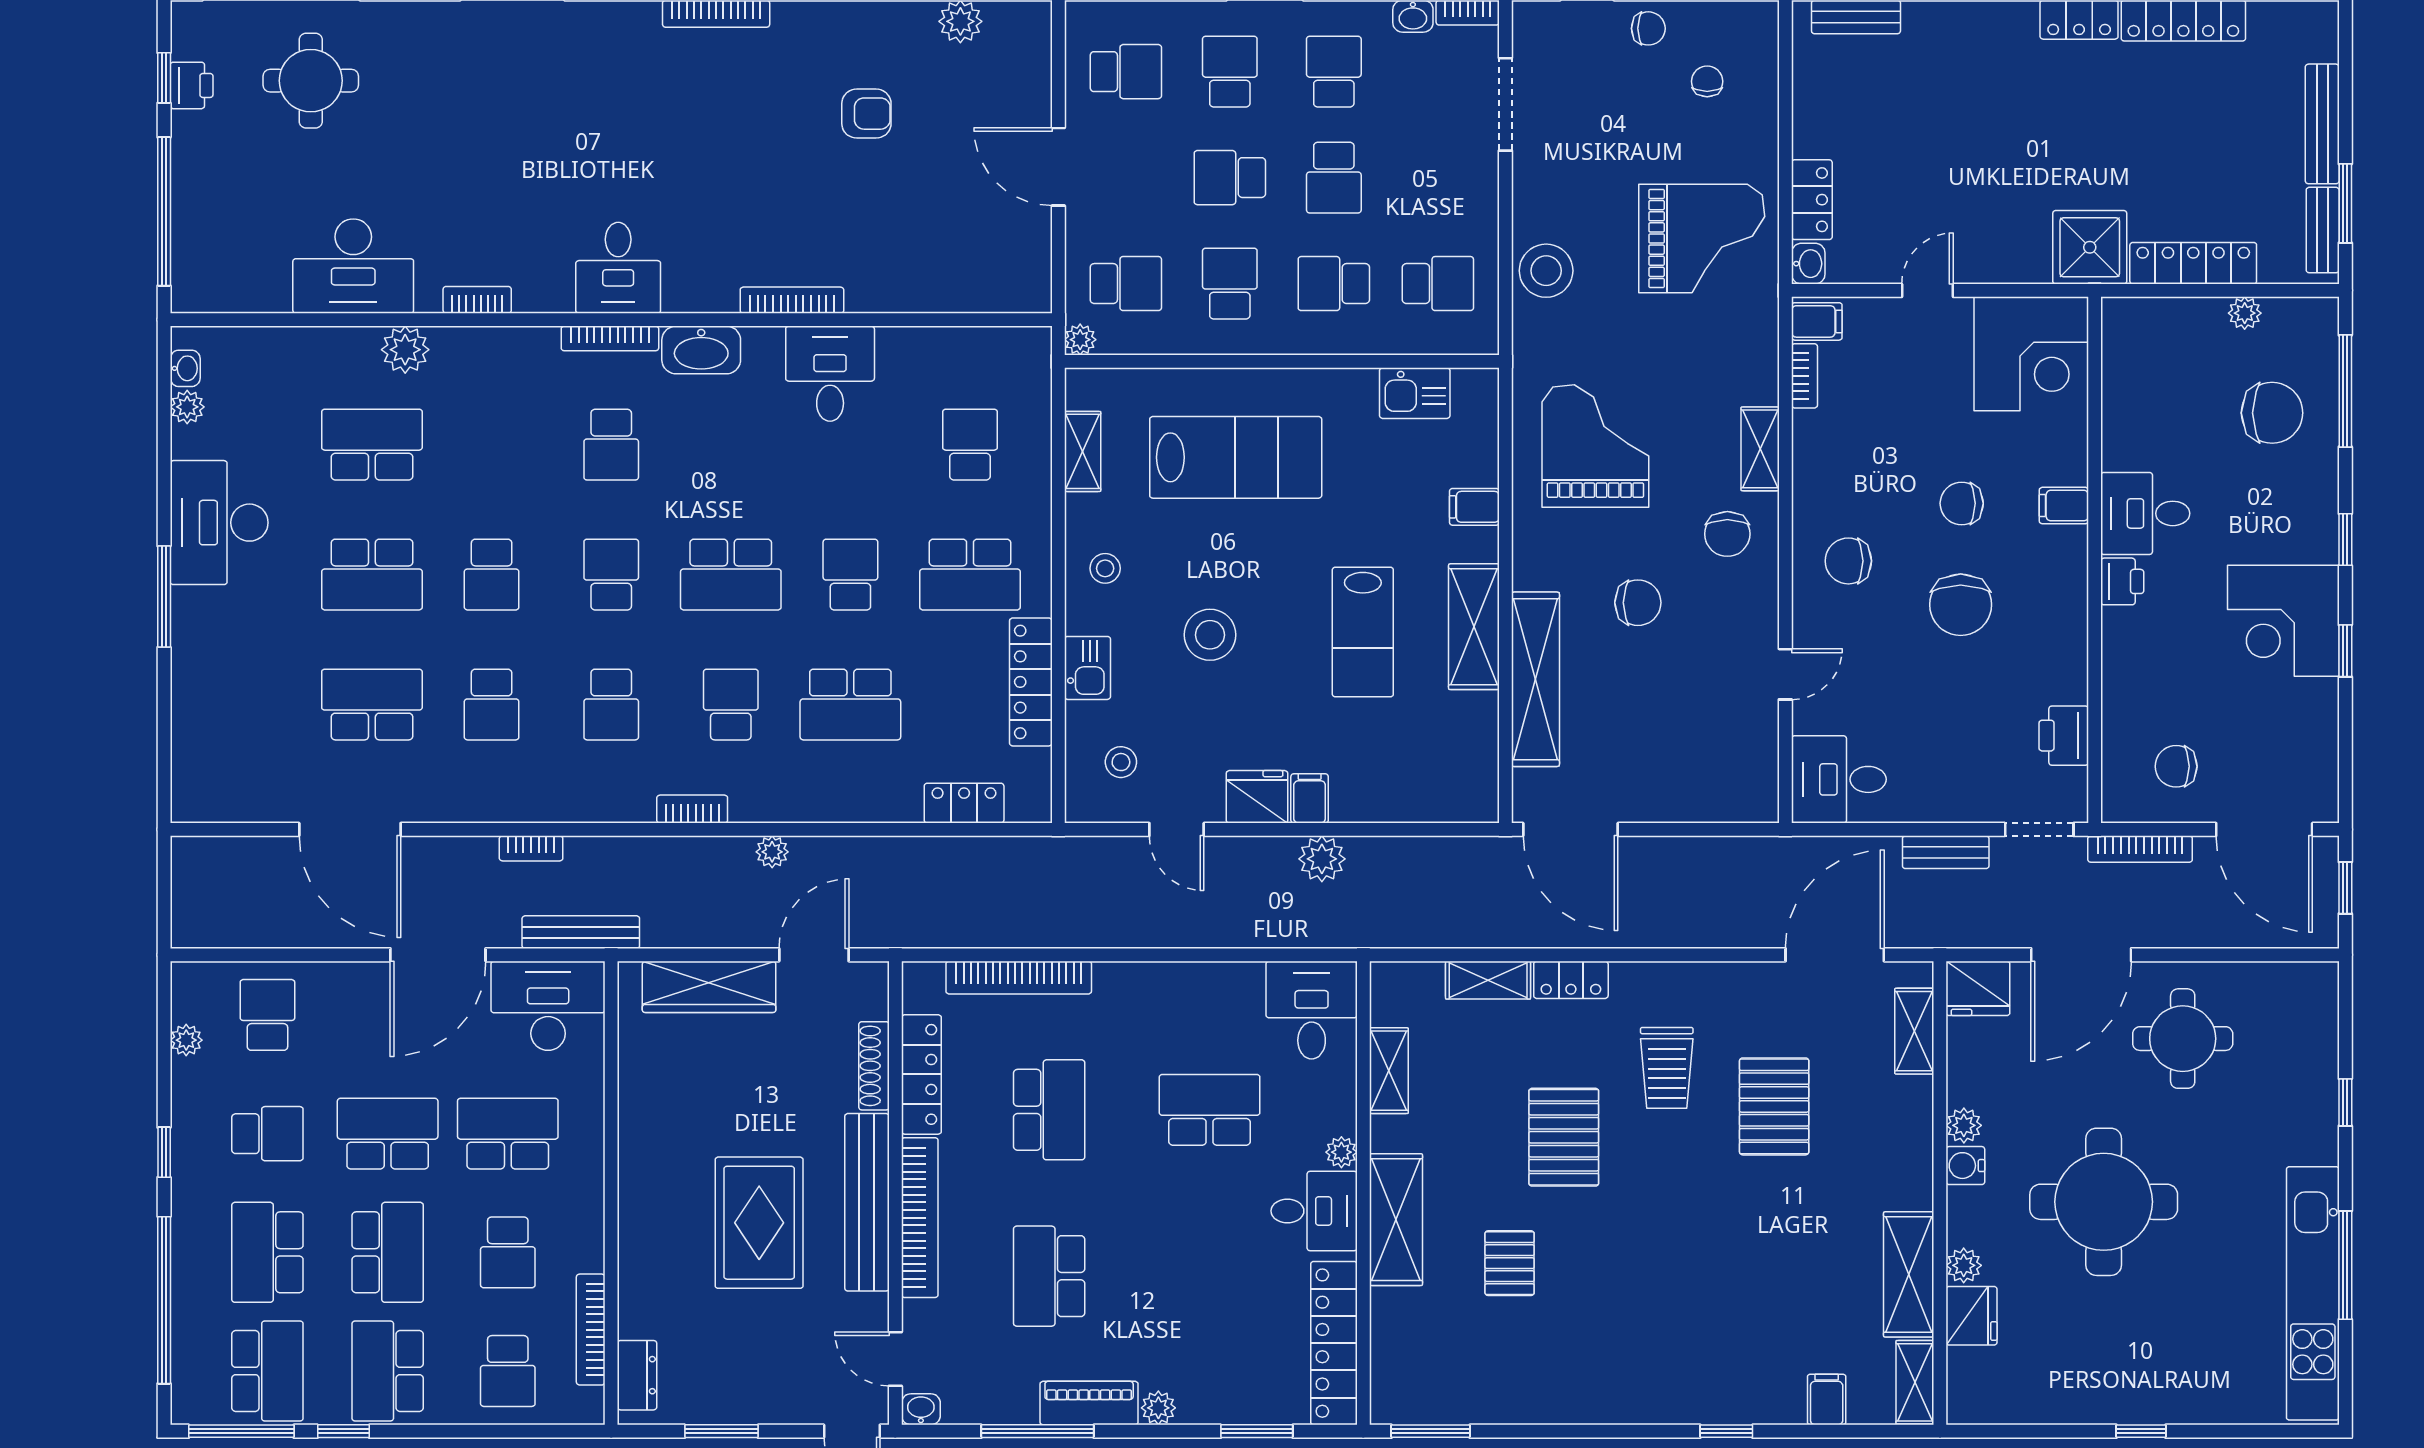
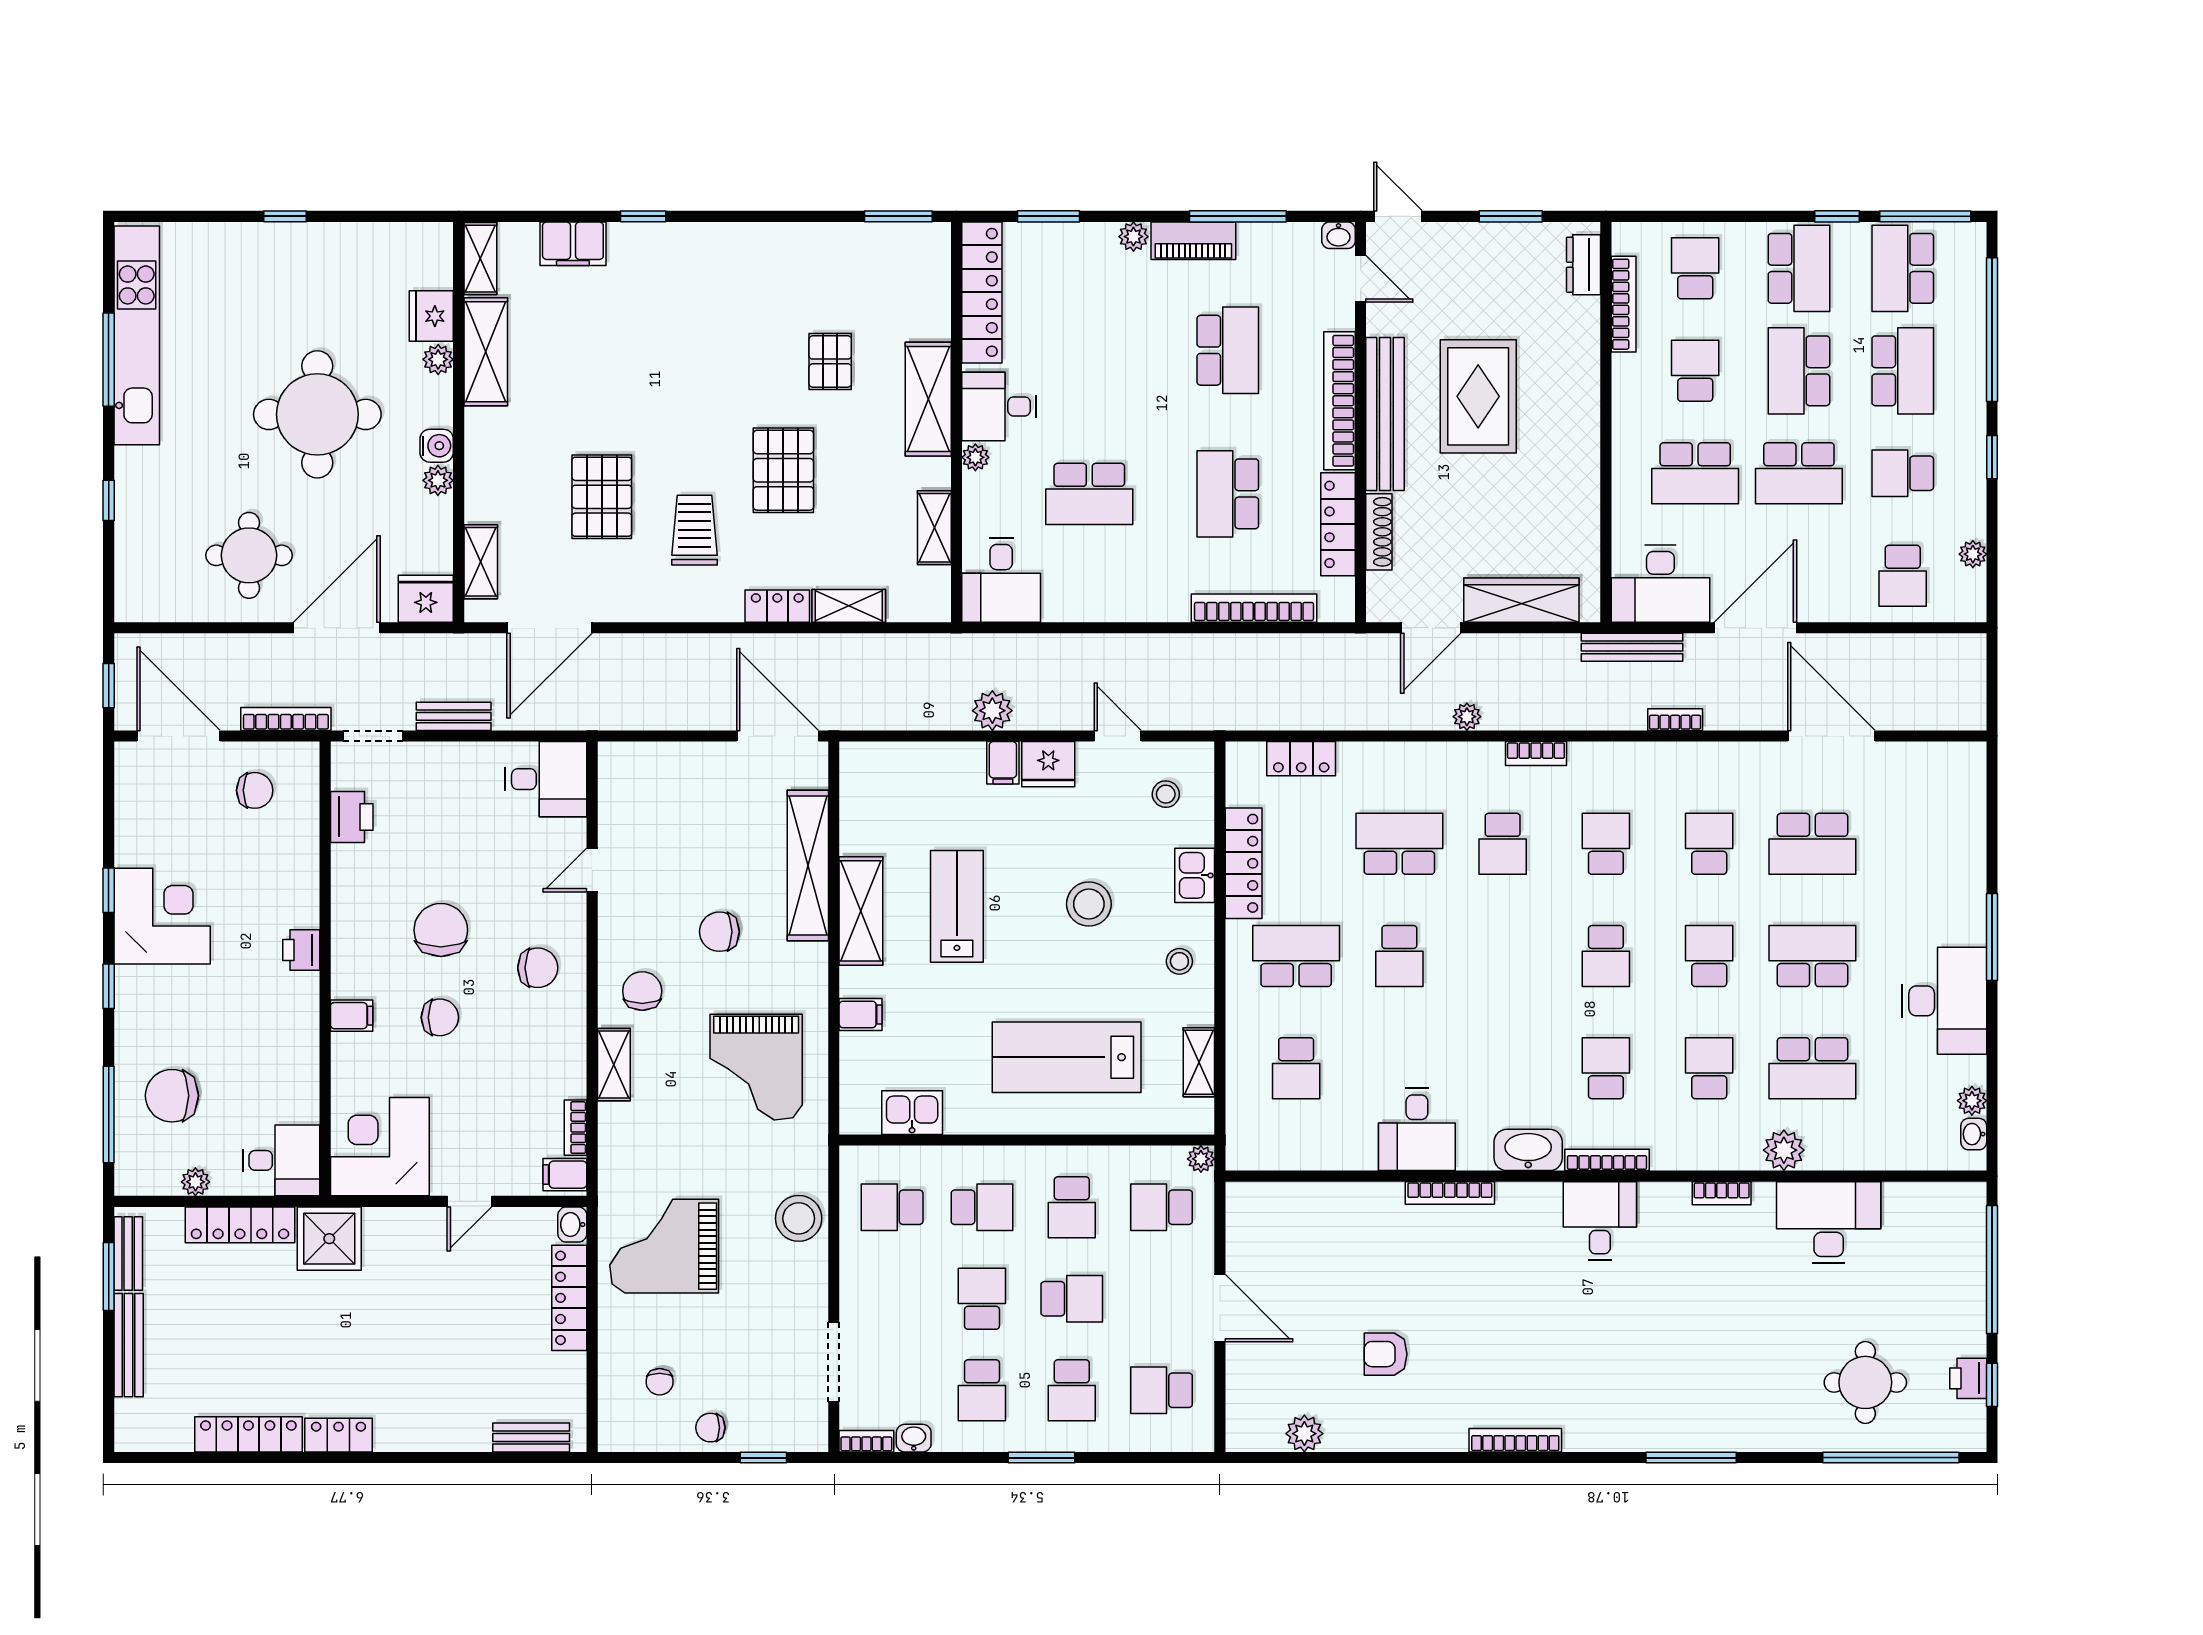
locker: (1812, 200) -> (569, 1298), width x1.53
desk: (2145, 513) -> (281, 1160), moved
school desk: (731, 575) -> (1709, 1068), moved, width x0.54
filing cabinet: (1827, 1399) -> (573, 244), width x2.00

